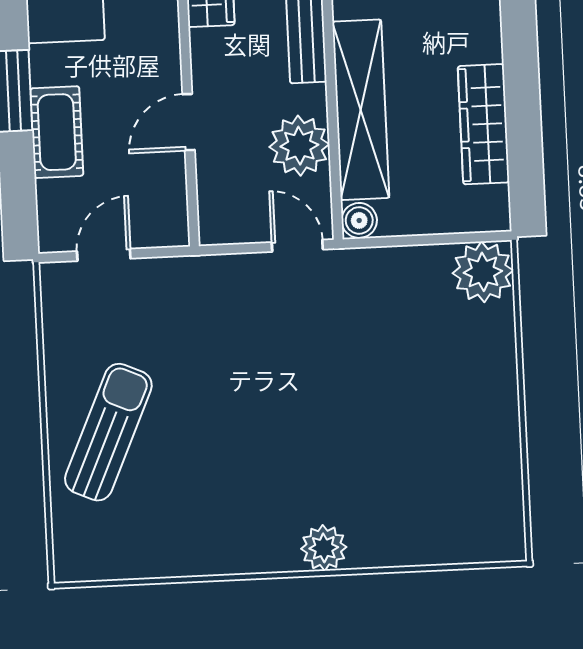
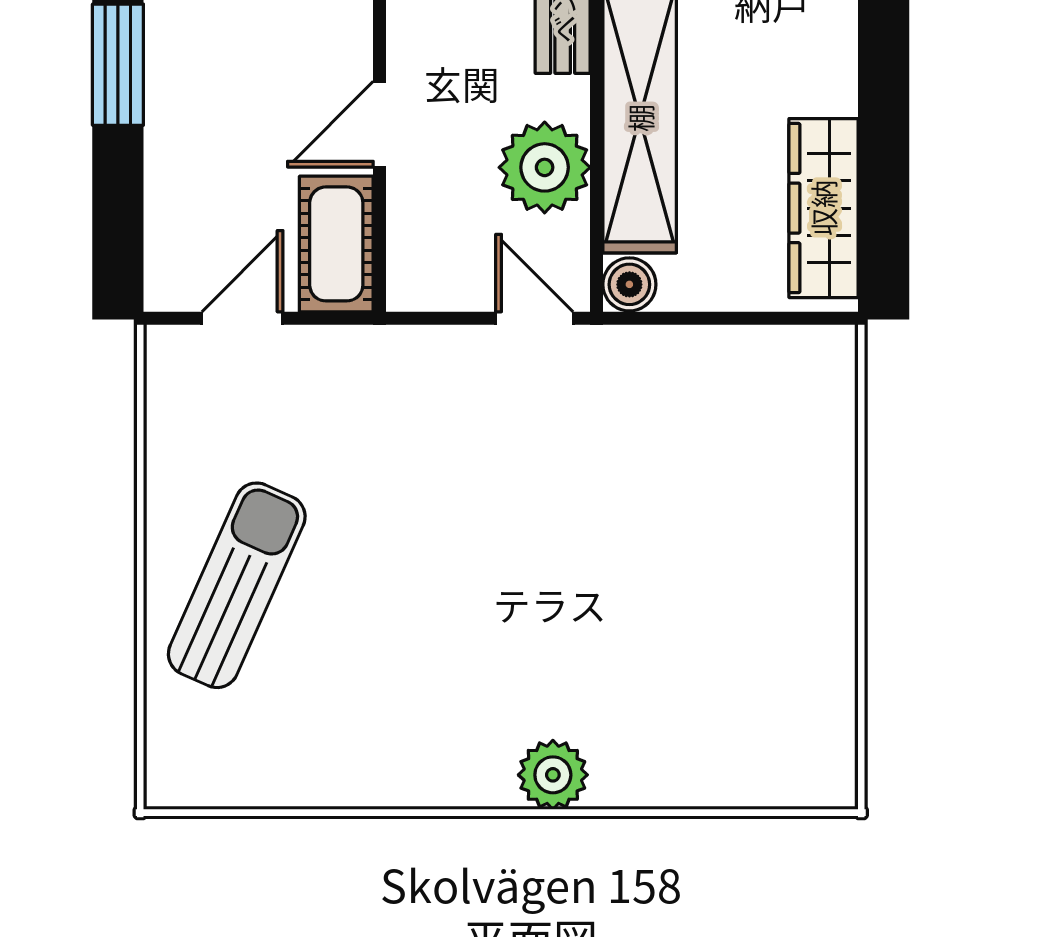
wardrobe: (484, 124) -> (823, 208), moved
cot: (57, 132) -> (336, 244), moved
plant: (483, 272) -> (812, 371), removed

